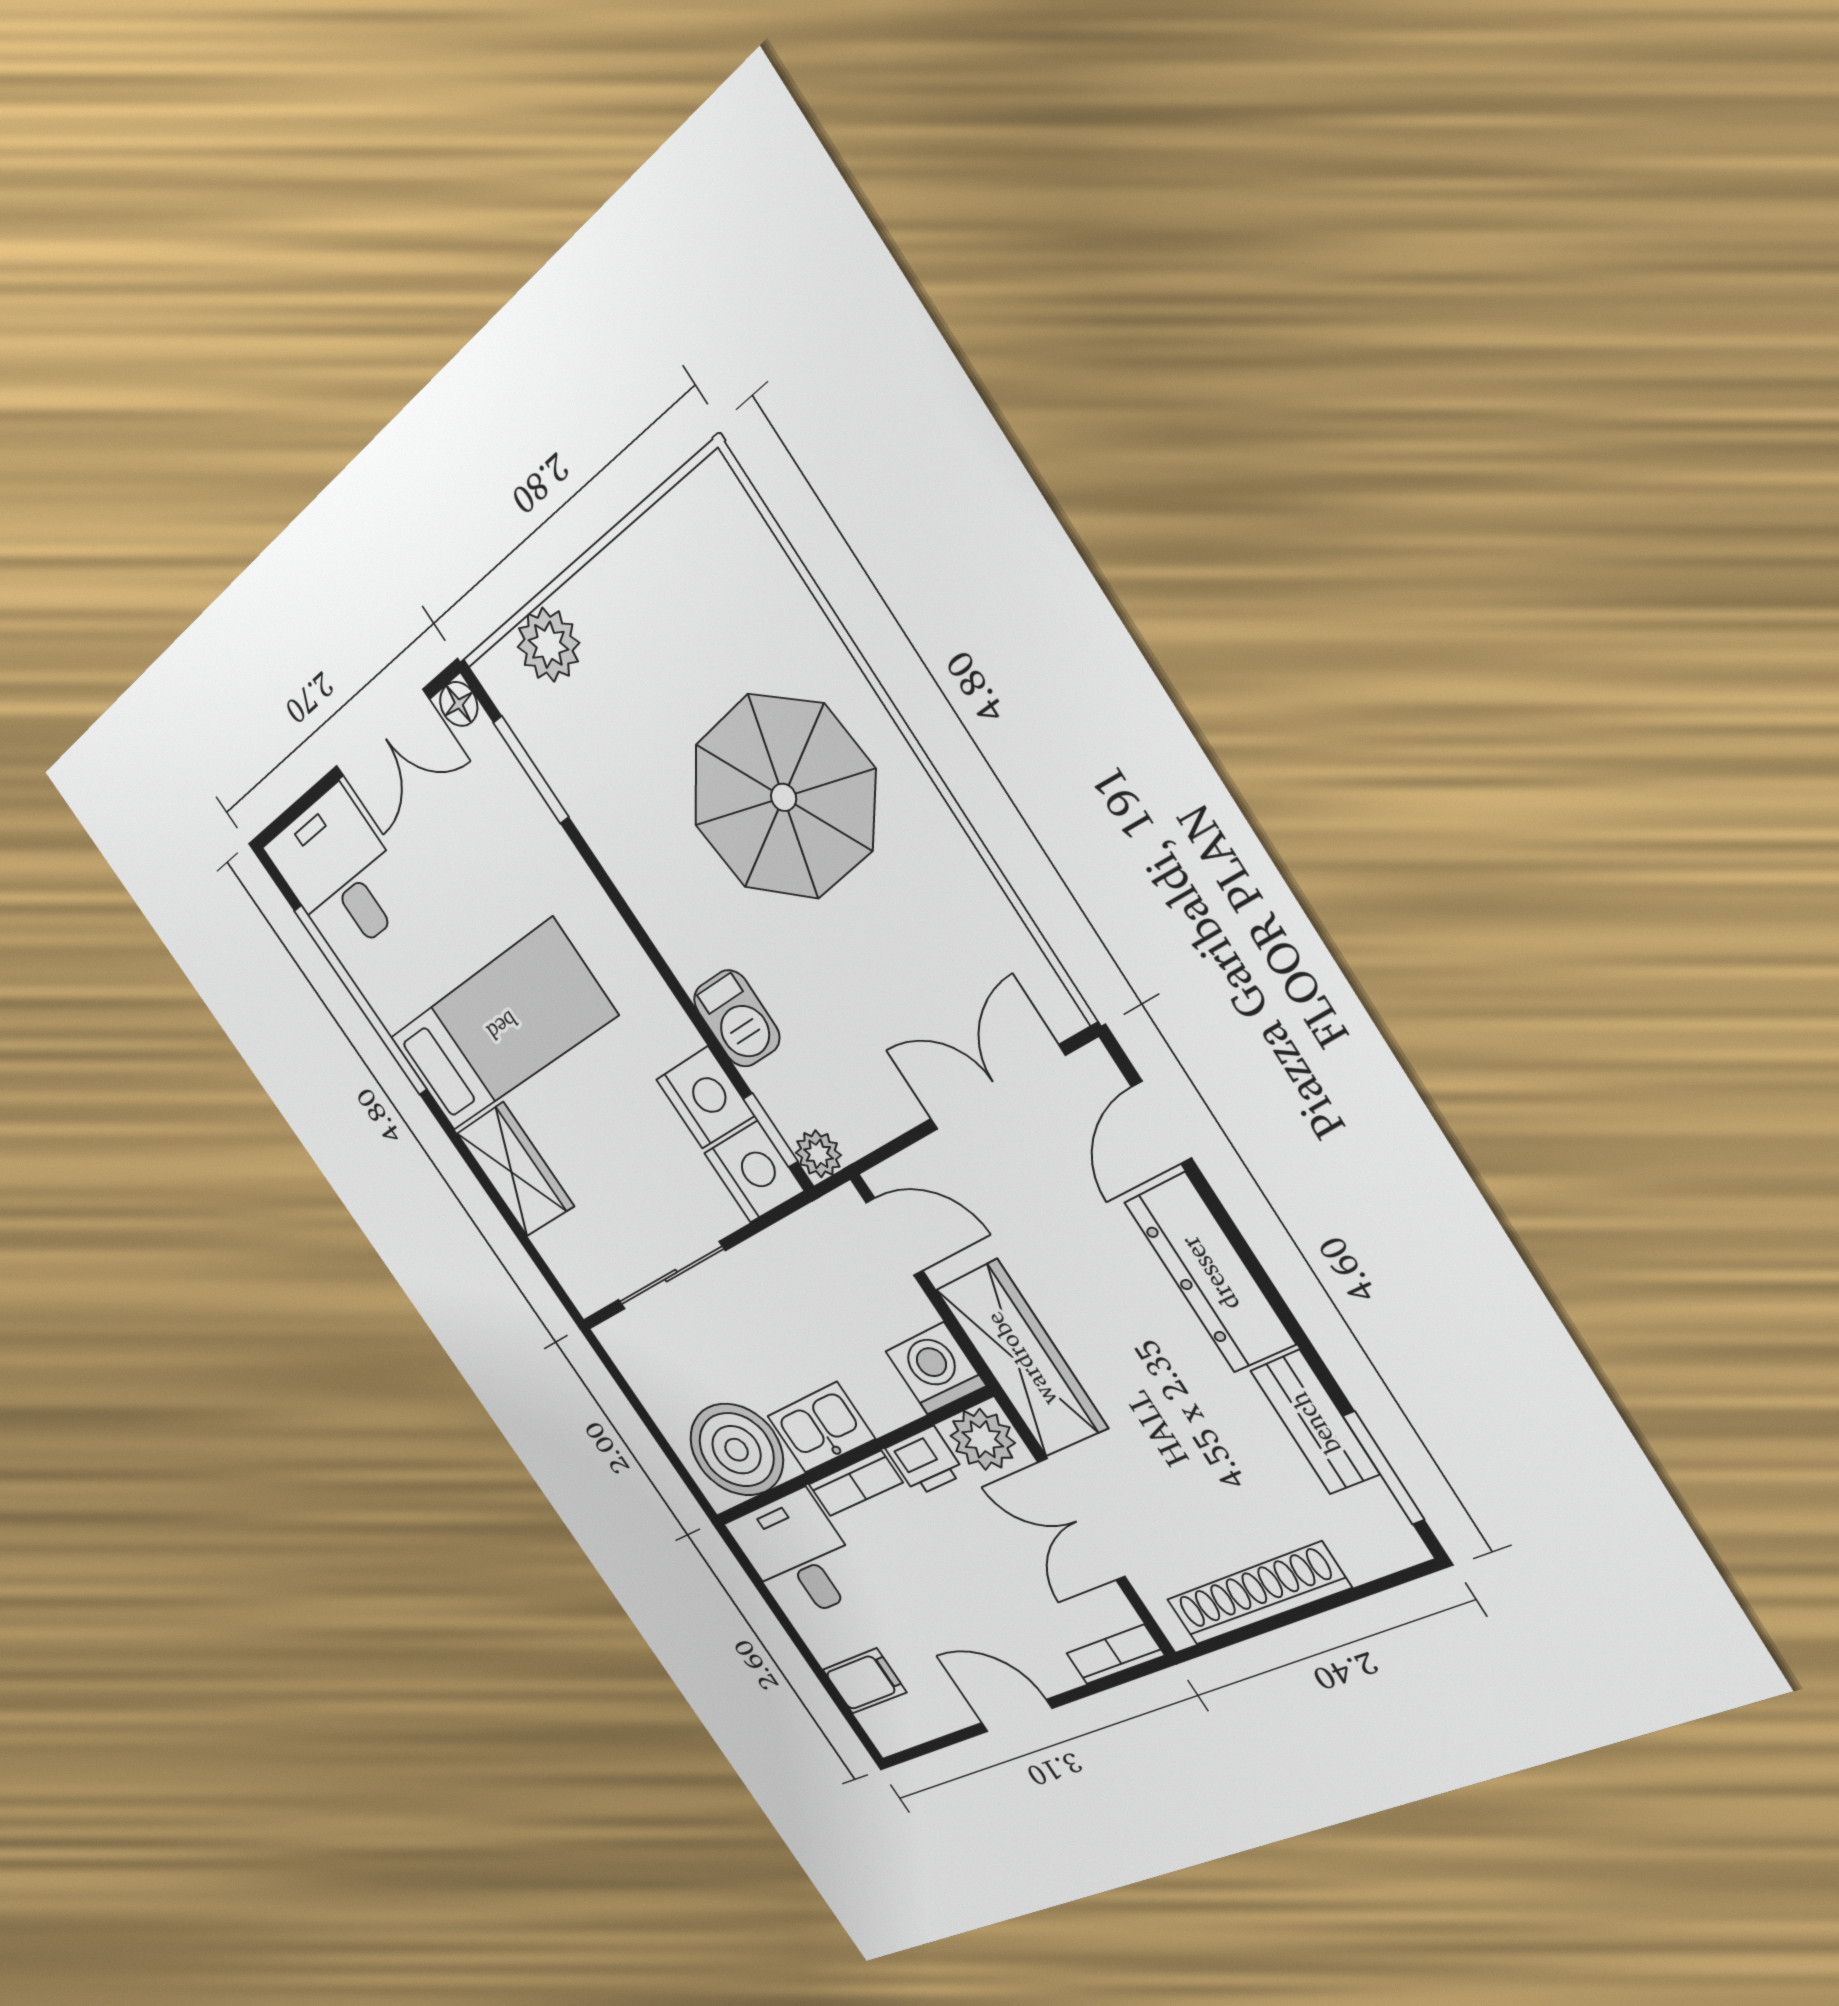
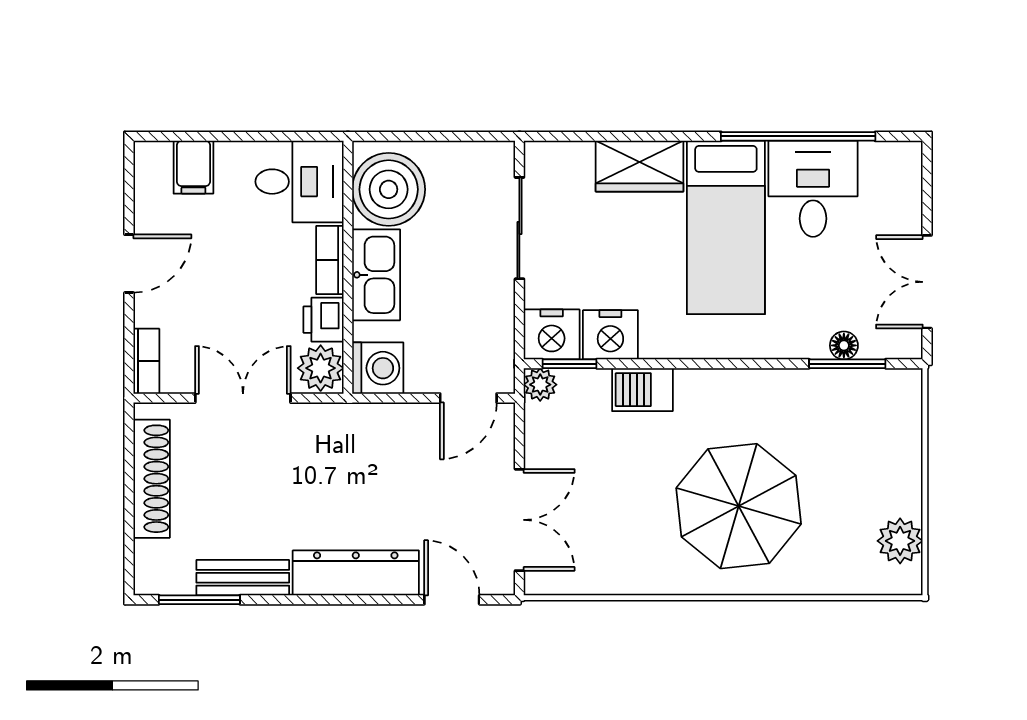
plant: (548, 645) -> (900, 541), moved
floor lamp: (459, 704) -> (844, 345), moved
desk: (340, 874) -> (813, 189), moved, turned -90
wardrobe: (1022, 1359) -> (358, 428), removed
kitchen sink: (821, 1428) -> (376, 275), width x1.38

